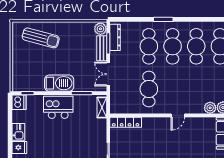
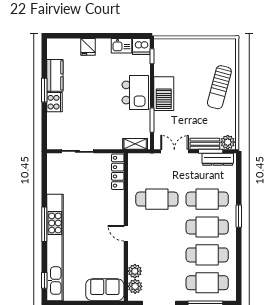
sun lounger: (41, 38) -> (219, 87), moved
kitchen sink: (18, 132) -> (122, 46), moved

